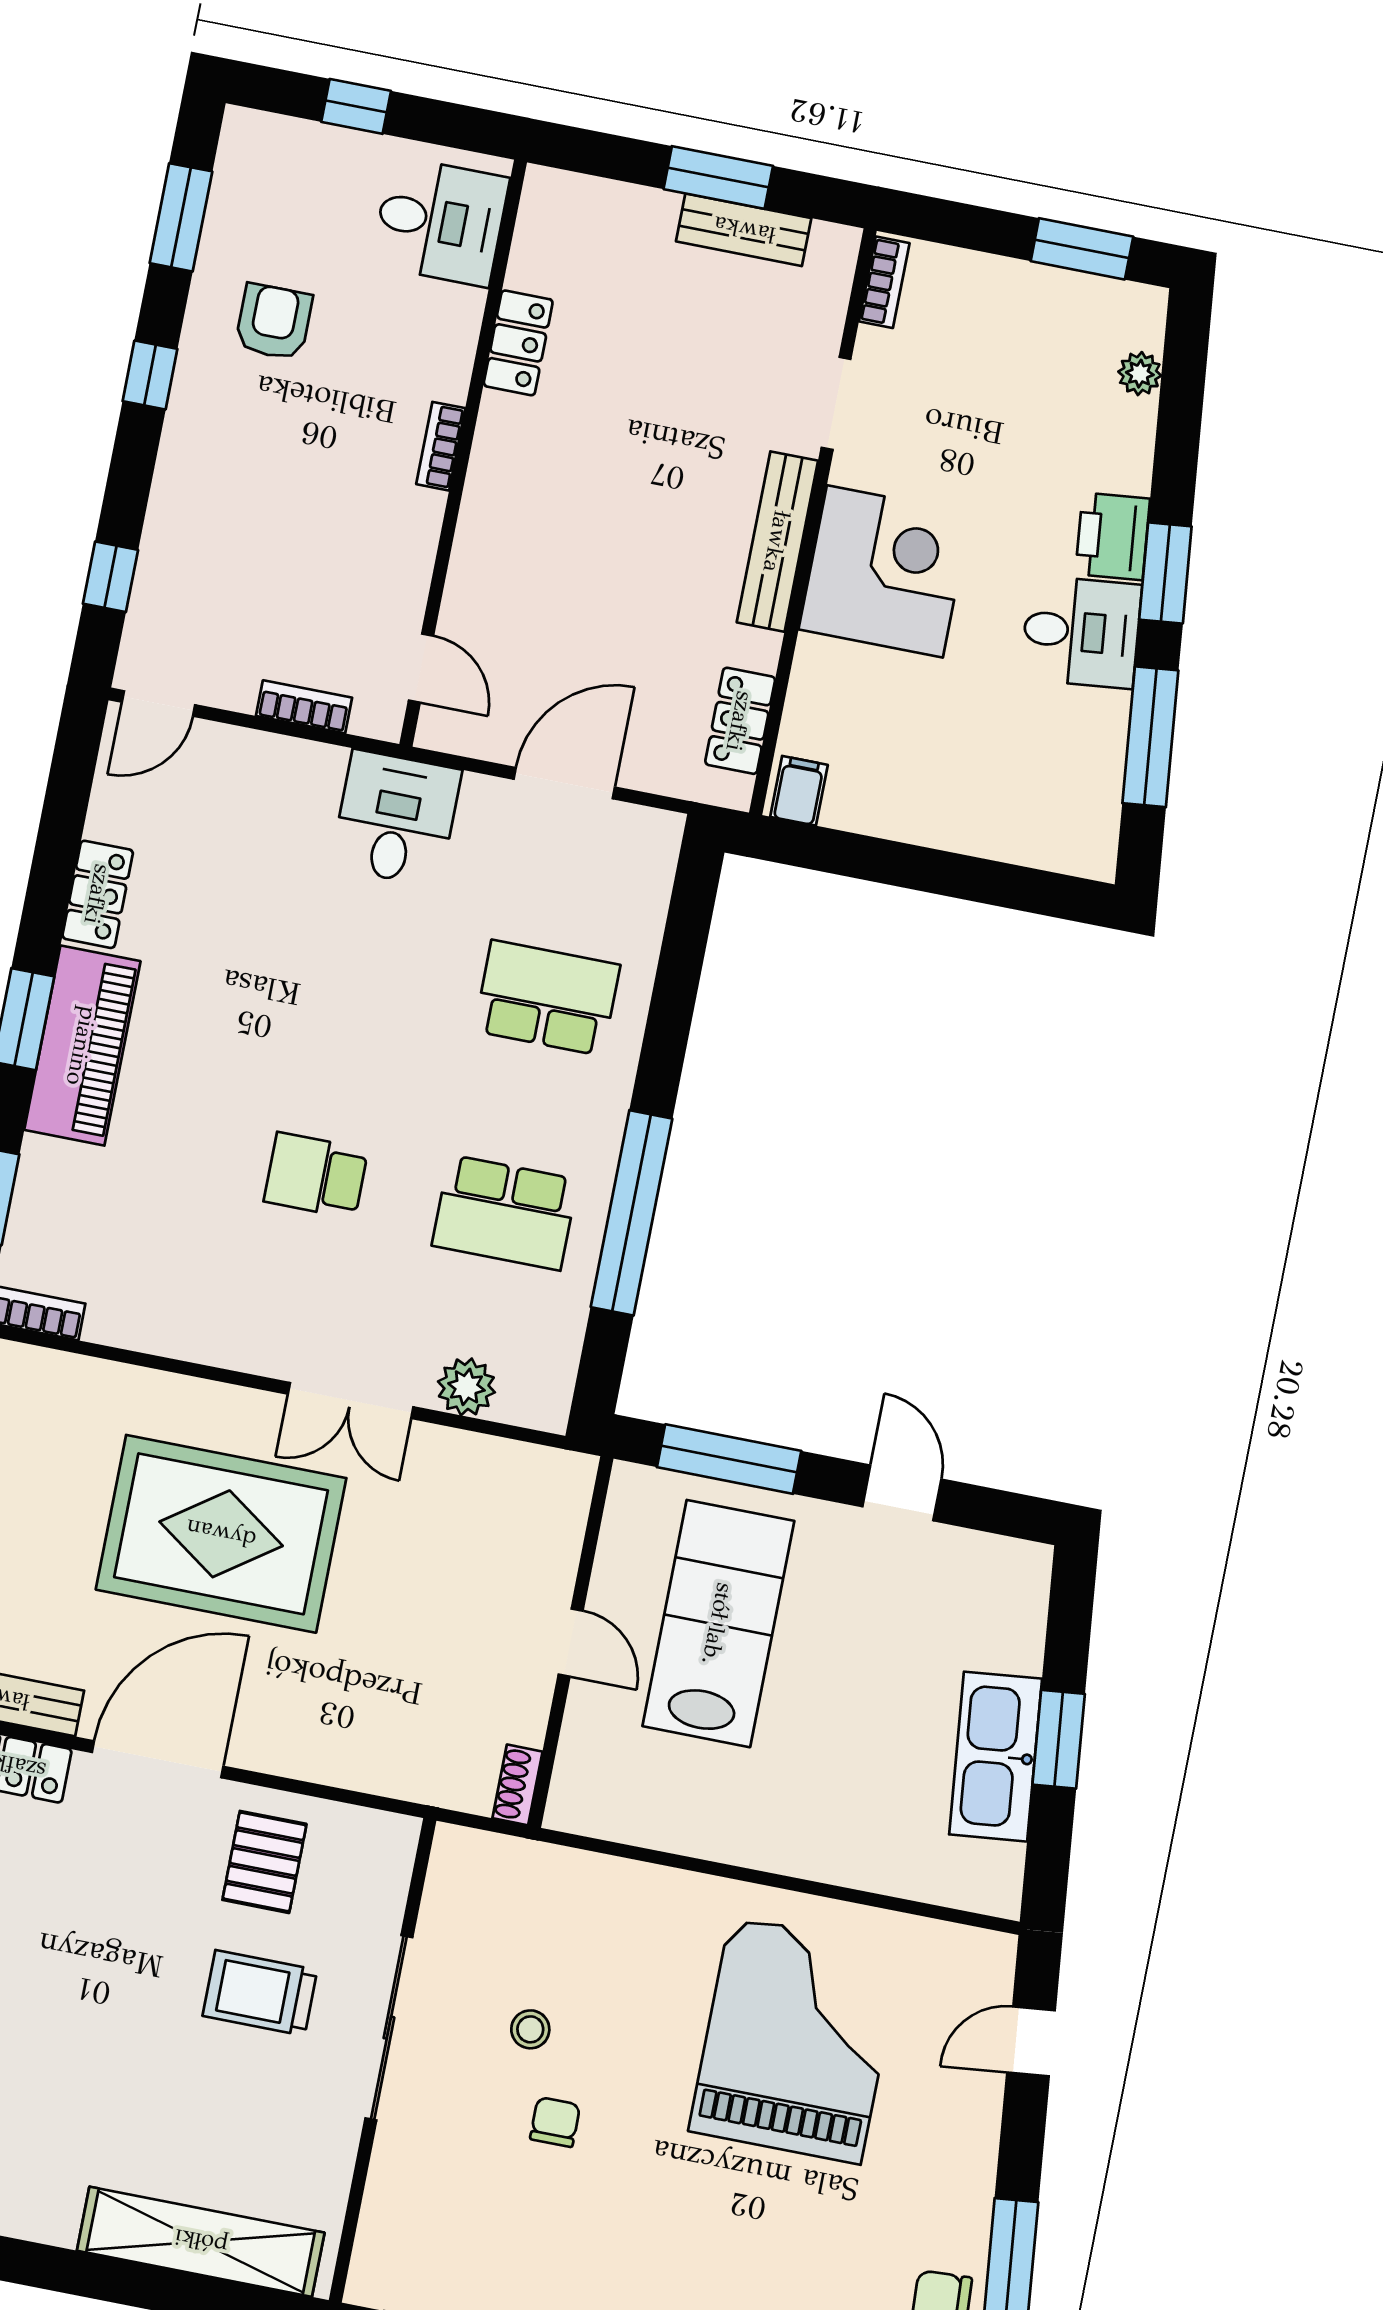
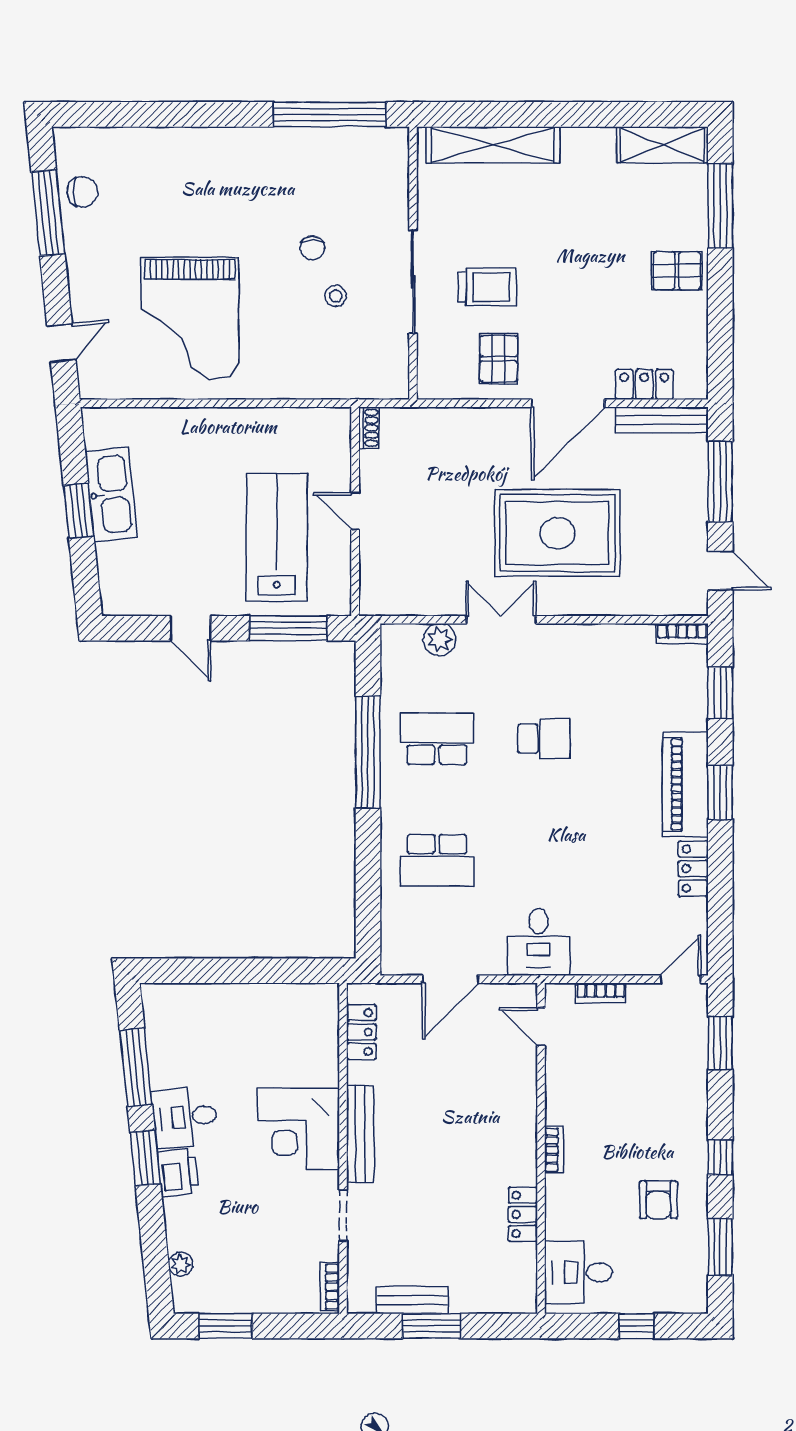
window: (110, 577) -> (720, 1043), width x1.50
filing cabinet: (799, 791) -> (322, 1000), removed
lab bench: (718, 1624) -> (277, 537), turned 180

